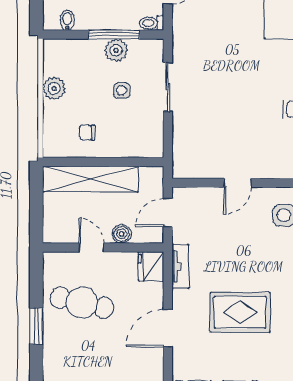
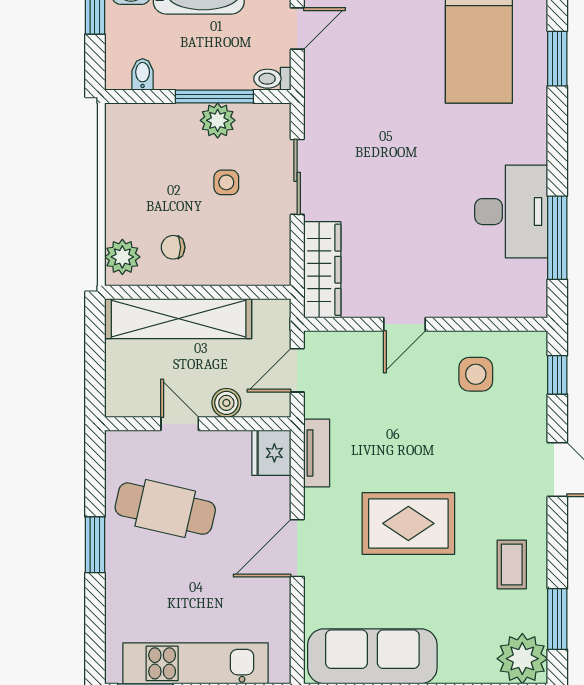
plant: (54, 88) -> (122, 257), moved
wardrobe: (184, 147) -> (322, 270), added

